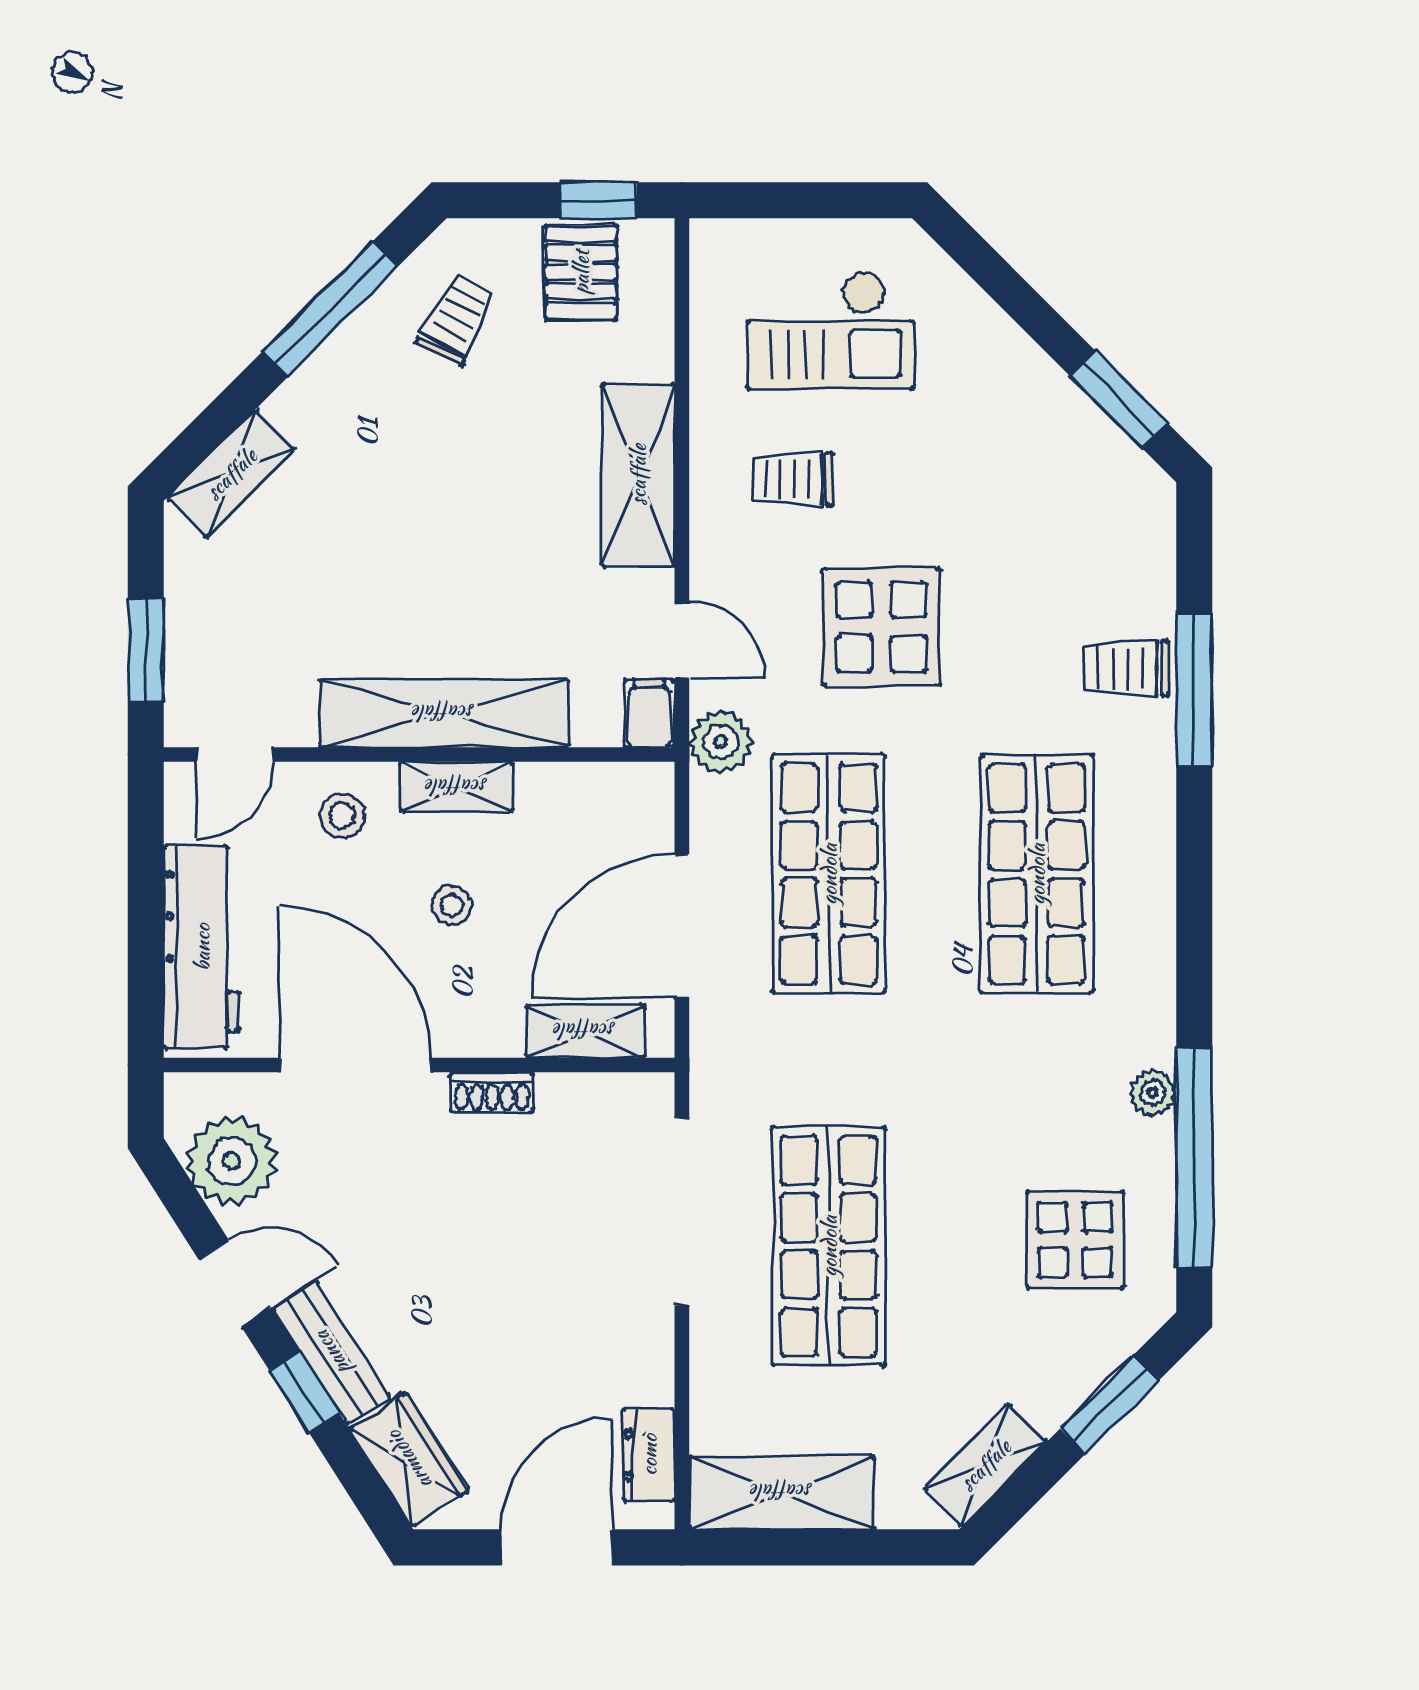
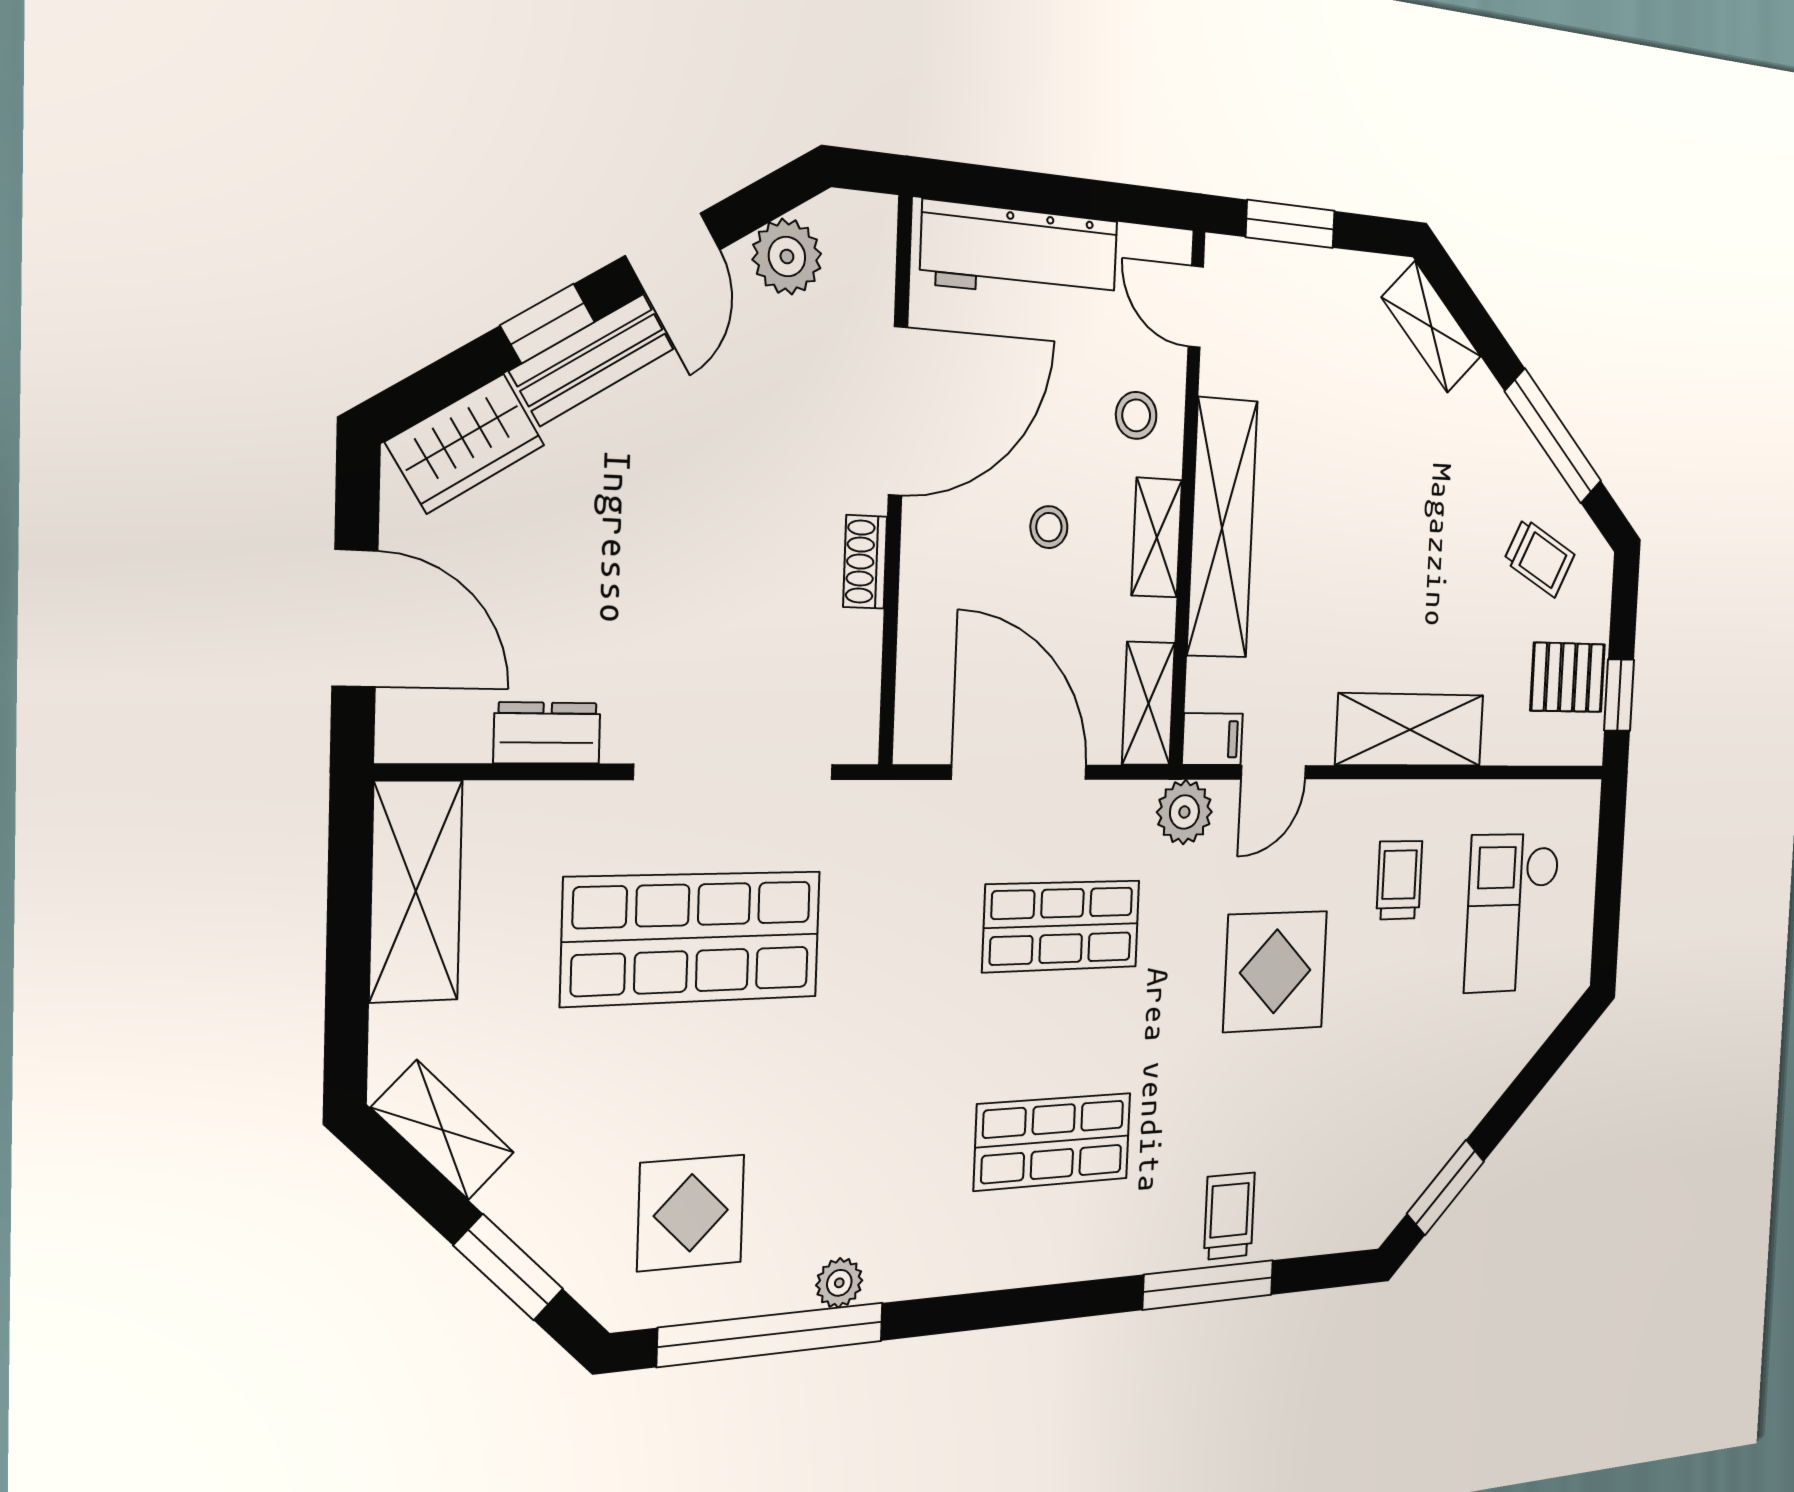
shop shelf: (829, 874) -> (1062, 926), width x0.70, depth x0.74
shop shelf: (1037, 874) -> (1053, 1142), width x0.70, depth x0.74
shelving: (585, 1031) -> (1148, 704), moved
plant: (232, 1161) -> (787, 257), width x0.73, depth x0.73
dresser: (649, 1455) -> (547, 733), moved

